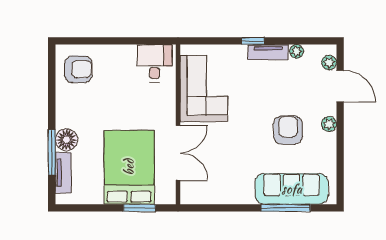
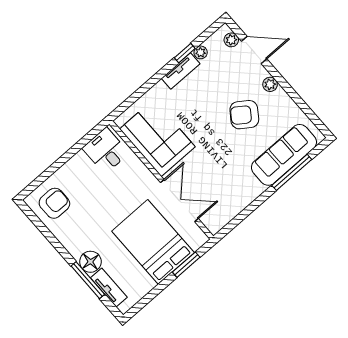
window: (253, 41) -> (185, 53), moved
armchair: (288, 130) -> (244, 115), turned -55

